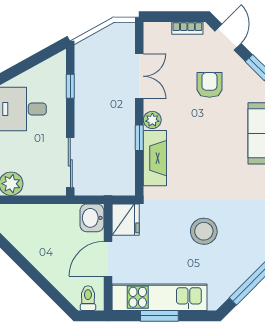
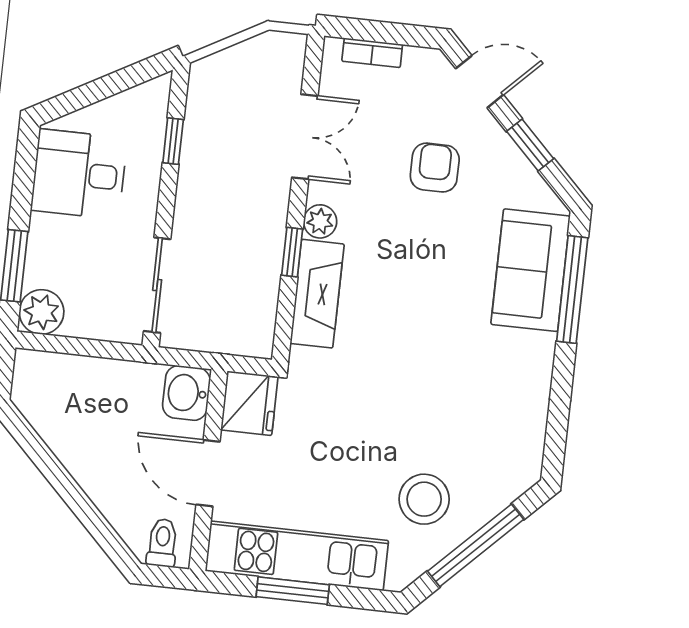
bookcase: (187, 28) -> (372, 53), moved
door: (228, 37) -> (479, 82), hinge flipped
stool: (204, 231) -> (424, 499), moved
door: (108, 259) -> (208, 473), hinge flipped

